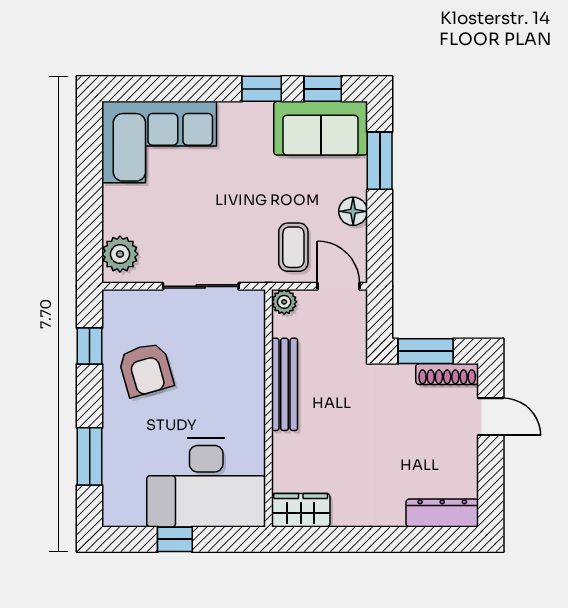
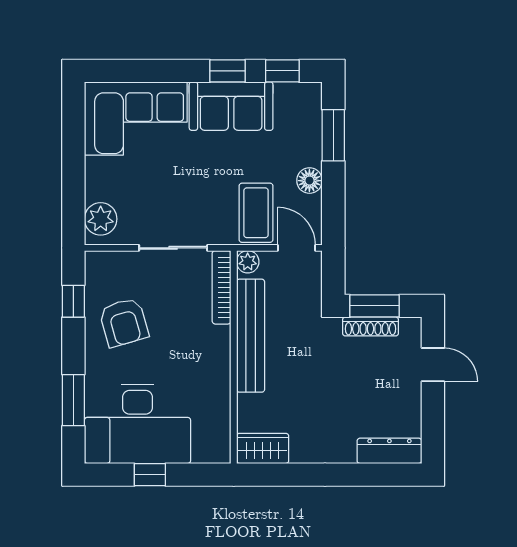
sofa: (321, 128) -> (231, 106), moved
coffee table: (293, 247) -> (256, 213), width x1.36, depth x1.30
bookcase: (255, 330) -> (222, 287), added
shoe rack: (447, 374) -> (370, 326), moved
bench: (285, 384) -> (251, 336), width x1.37, depth x1.21
desk: (206, 483) -> (137, 424), moved

